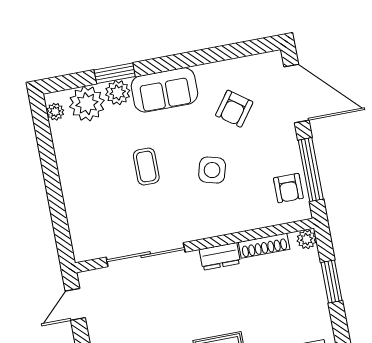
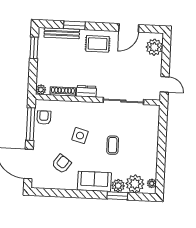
window: (332, 281) -> (34, 48), moved
door: (75, 304) -> (165, 84), hinge flipped

